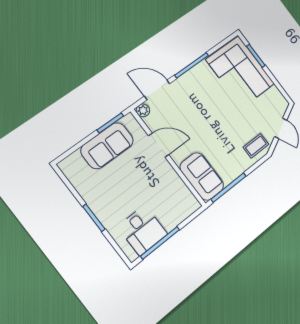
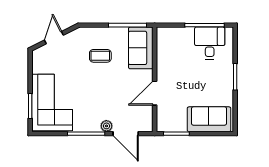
plant: (143, 110) -> (106, 126), moved
door: (159, 145) -> (155, 93), hinge flipped
sofa: (107, 146) -> (209, 119), moved
coffee table: (256, 146) -> (100, 56), moved

